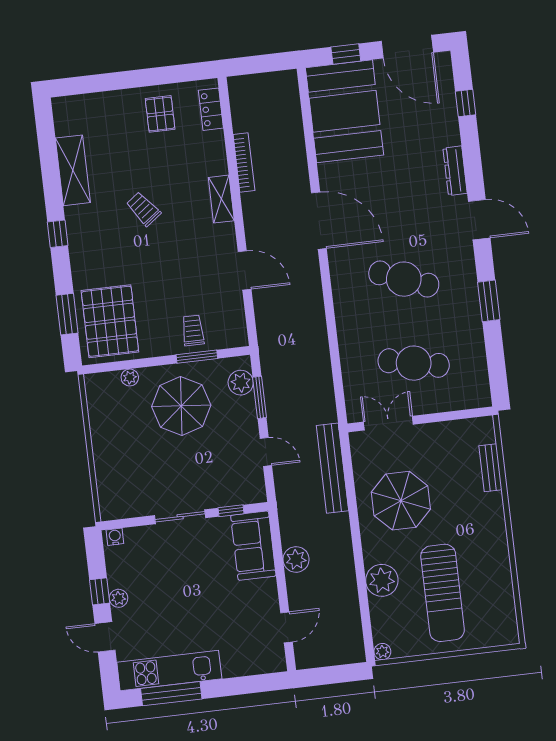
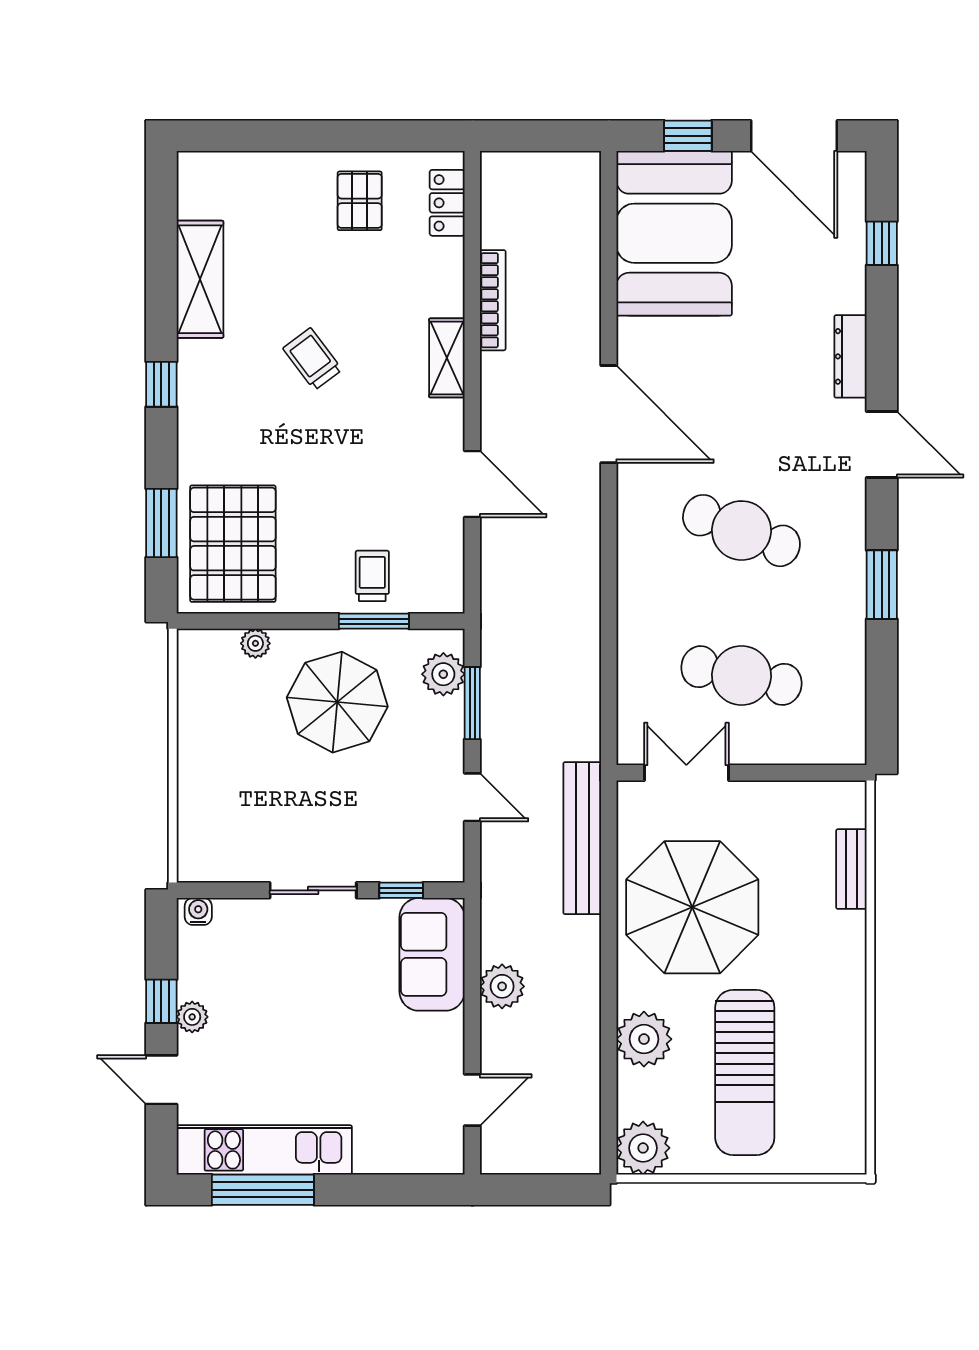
parasol: (401, 501) -> (692, 907), width x1.36, depth x1.36
plant: (382, 652) -> (643, 1148), width x1.88, depth x1.88

